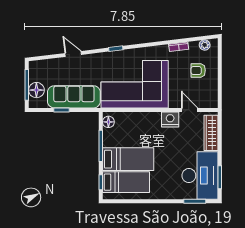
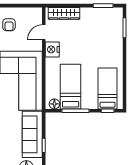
bed: (128, 159) -> (71, 87), moved
desk: (200, 176) -> (102, 23), removed

